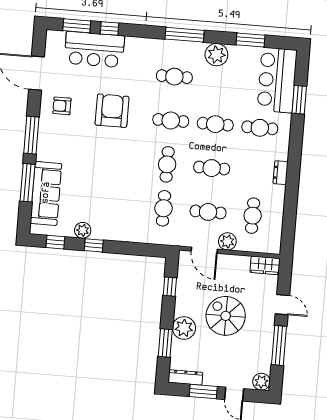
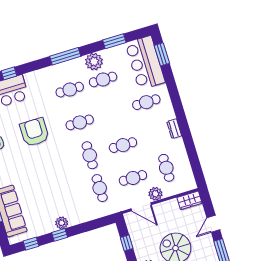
window: (299, 100) -> (162, 54), moved
cafe table: (215, 124) -> (103, 79), moved
plant: (83, 230) -> (62, 223), moved
door: (282, 305) -> (213, 224), swing flipped

